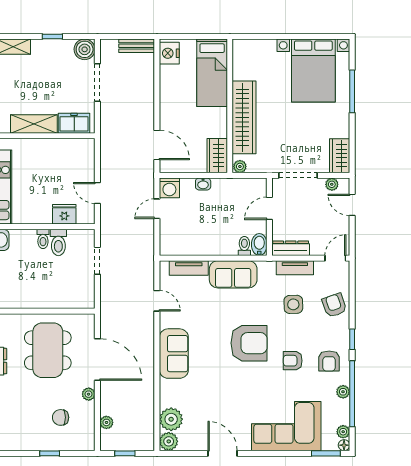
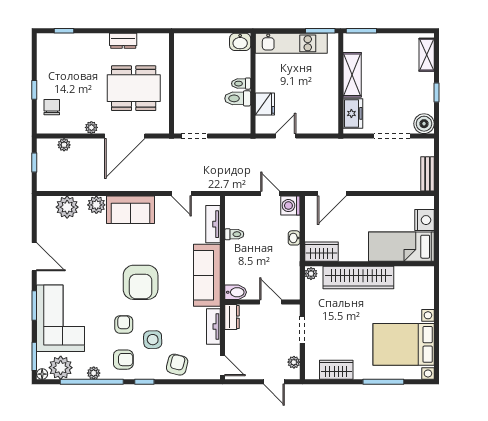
nightstand: (169, 53) -> (424, 220), moved, turned 90
wardrobe: (340, 156) -> (336, 370), moved
doorway: (298, 175) -> (302, 330), width x0.73
door: (352, 205) -> (274, 382), swing flipped
toilet: (244, 246) -> (234, 234), moved
dresser: (291, 248) -> (232, 317), width x0.70
doorway: (97, 261) -> (195, 136), moved
sofa: (233, 274) -> (207, 275), width x1.36
door: (157, 301) -> (181, 194), hinge flipped
side table: (293, 304) -> (153, 340), moved
armchair: (334, 305) -> (177, 365), turned -57
armchair: (329, 361) -> (123, 360), turned 180
chair: (61, 417) -> (52, 107), moved
plant: (343, 432) -> (61, 368), width x1.87, depth x1.87
plant: (169, 441) -> (96, 205), moved
door: (223, 453) -> (34, 257), hinge flipped
window: (273, 453) -> (34, 306), added

